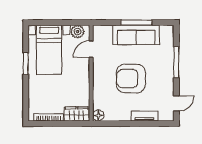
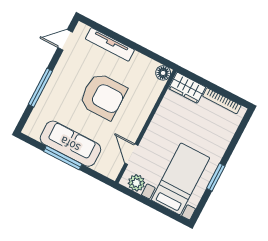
door: (91, 49) -> (131, 154), swing flipped
tv unit: (144, 116) -> (110, 44), width x1.41

